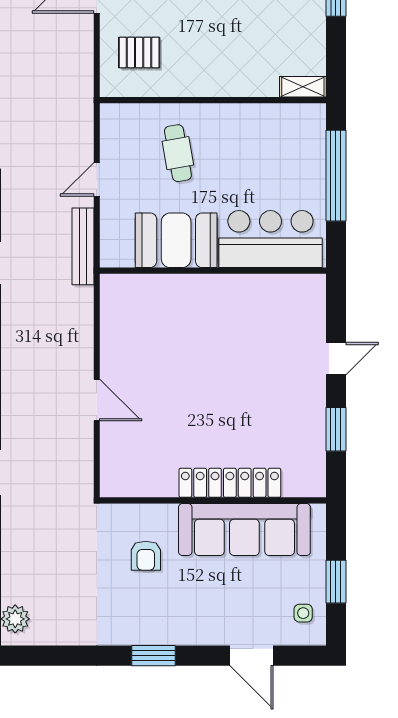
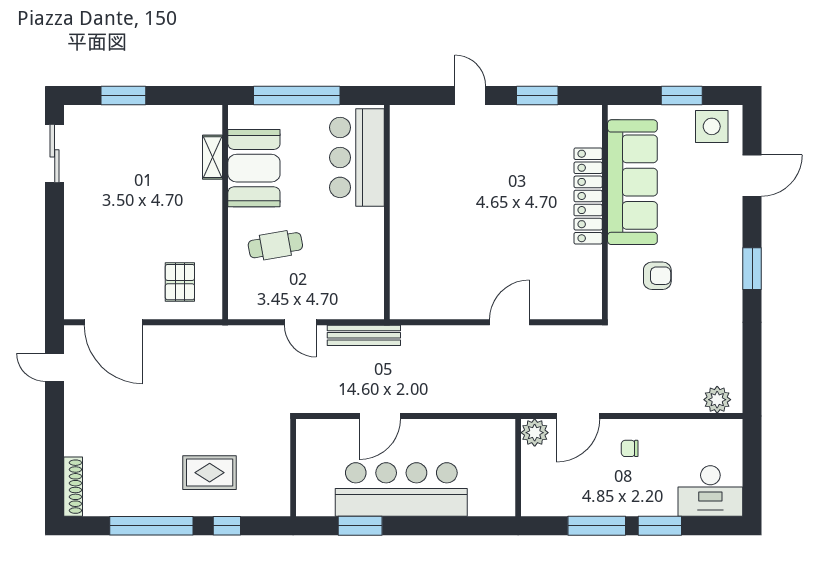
shelving: (303, 87) -> (212, 157), moved
booth: (176, 240) -> (254, 168), moved
side table: (303, 613) -> (712, 126), width x1.87, depth x1.87

